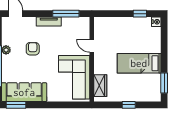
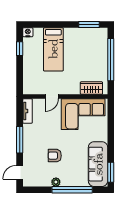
window: (66, 14) -> (20, 140), moved
tv unit: (49, 21) -> (28, 111), moved
bed: (139, 63) -> (53, 49), moved
window: (129, 105) -> (111, 60), width x3.17

